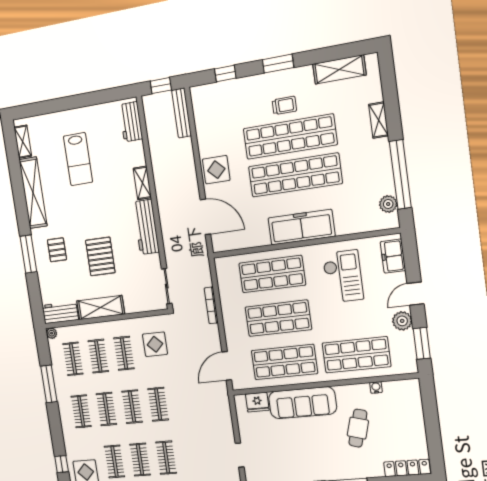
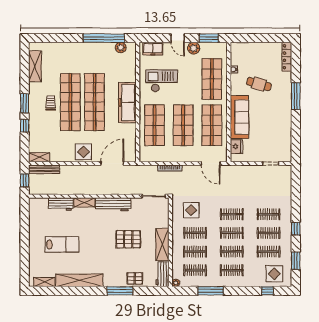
window: (225, 73) -> (25, 126), moved
shelving: (379, 120) -> (39, 157), moved
workbench: (131, 122) -> (61, 204), moved
pallet: (57, 250) -> (135, 278), moved

